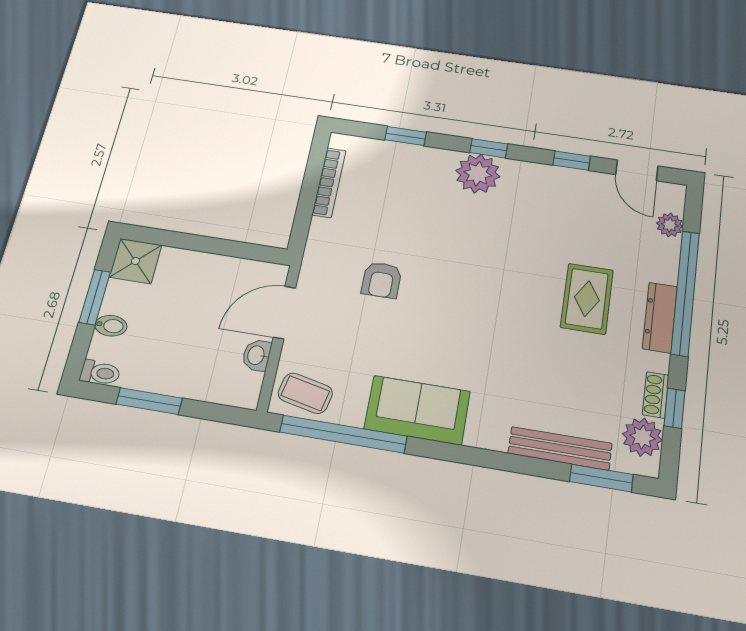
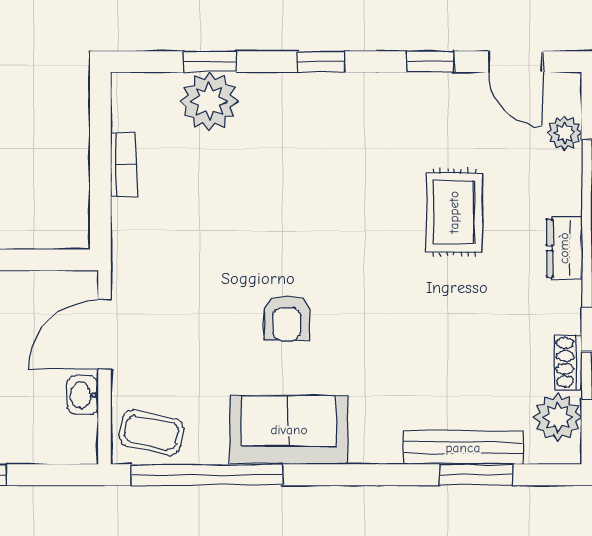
plant: (478, 174) -> (209, 101), moved
bookcase: (329, 183) -> (124, 164), width x0.64
armchair: (382, 280) -> (287, 318), moved
rug: (587, 299) -> (454, 212), moved
dresser: (660, 317) -> (564, 248), width x0.70
window: (601, 478) -> (476, 475), moved

